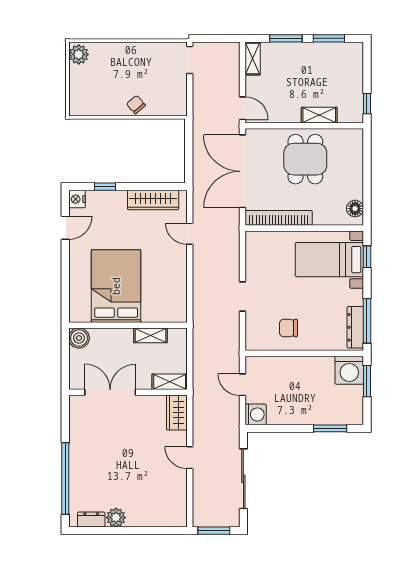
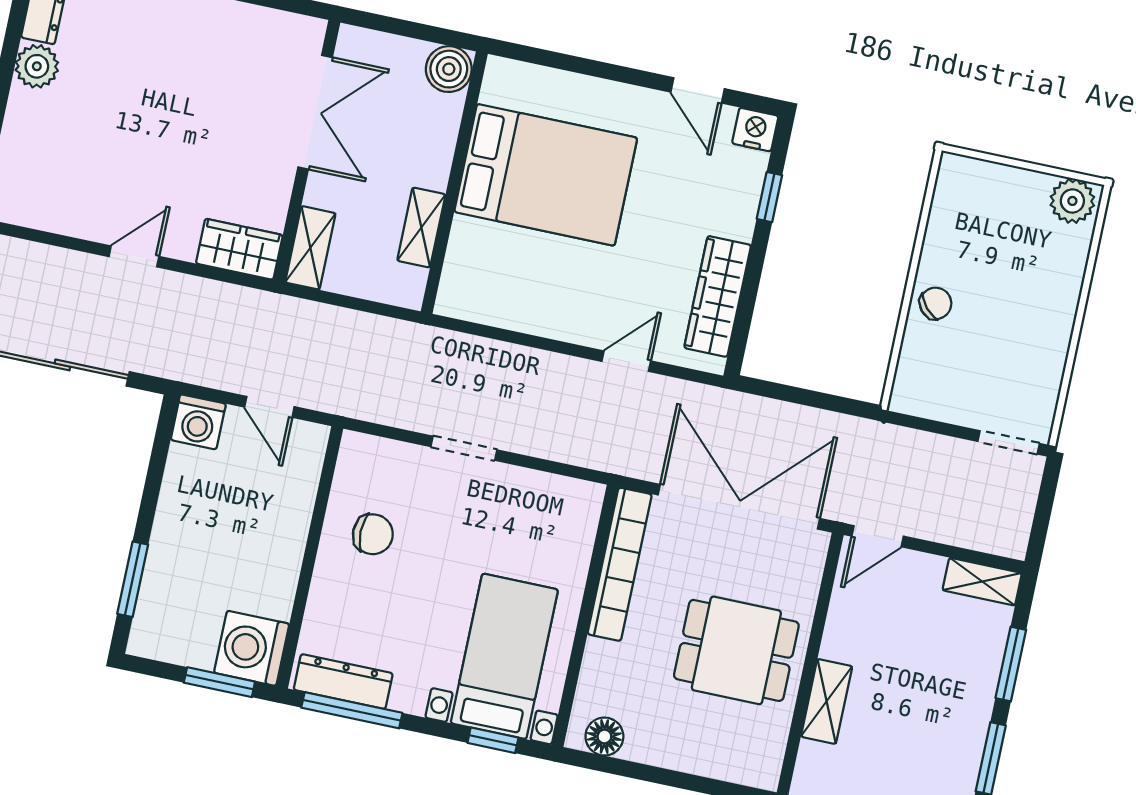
chair: (288, 328) -> (373, 534), turned 90
door: (243, 385) -> (269, 407), swing flipped

